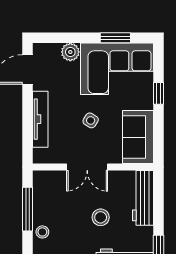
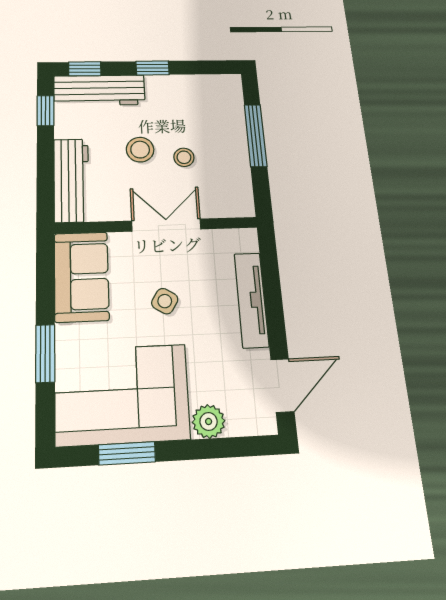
window: (158, 93) -> (45, 353), width x1.50
window: (27, 209) -> (256, 135), moved
stool: (42, 232) -> (184, 157), moved

